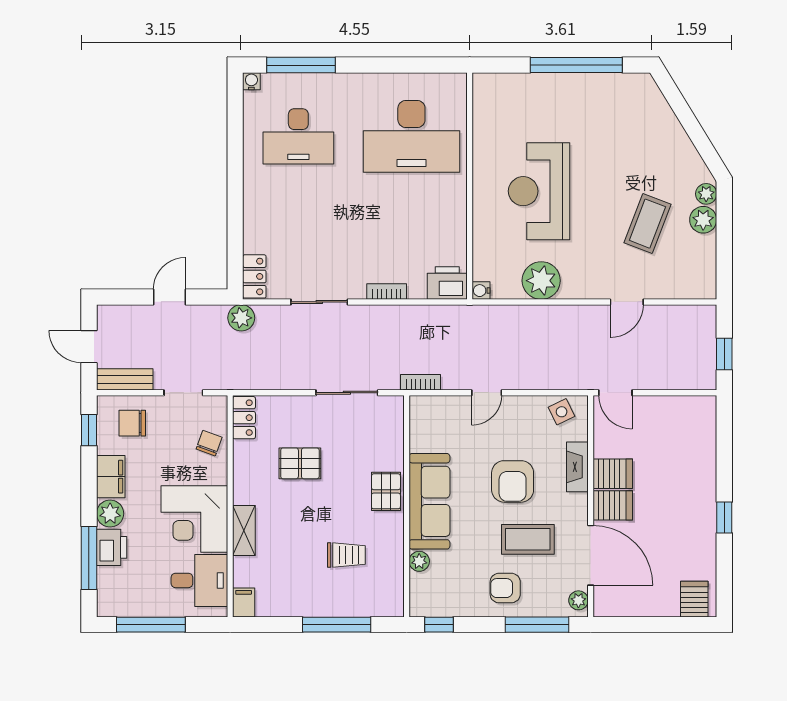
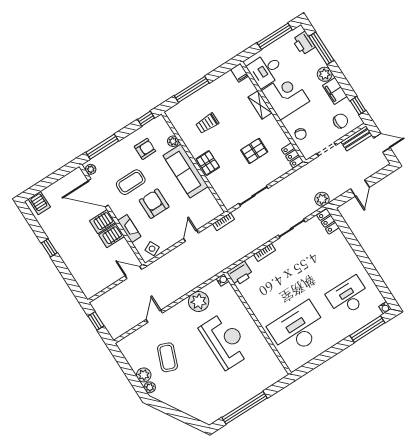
printer: (112, 547) -> (304, 43), moved
armchair: (505, 588) -> (145, 149), moved

